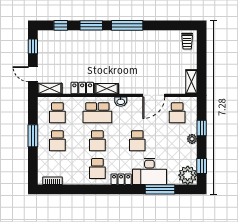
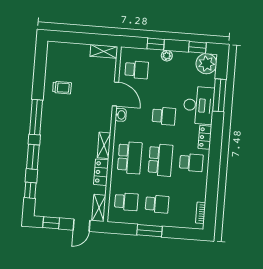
trolley: (187, 41) -> (62, 88), moved
washbasin: (121, 102) -> (121, 115), moved
school desk: (97, 141) -> (160, 160), width x1.85

